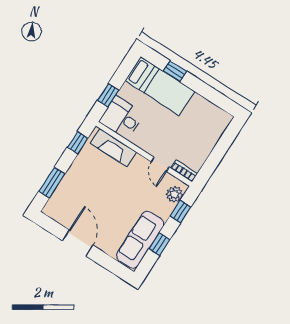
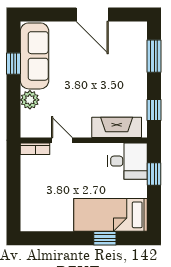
plant: (174, 194) -> (30, 100), moved
window: (180, 212) -> (14, 108), removed

